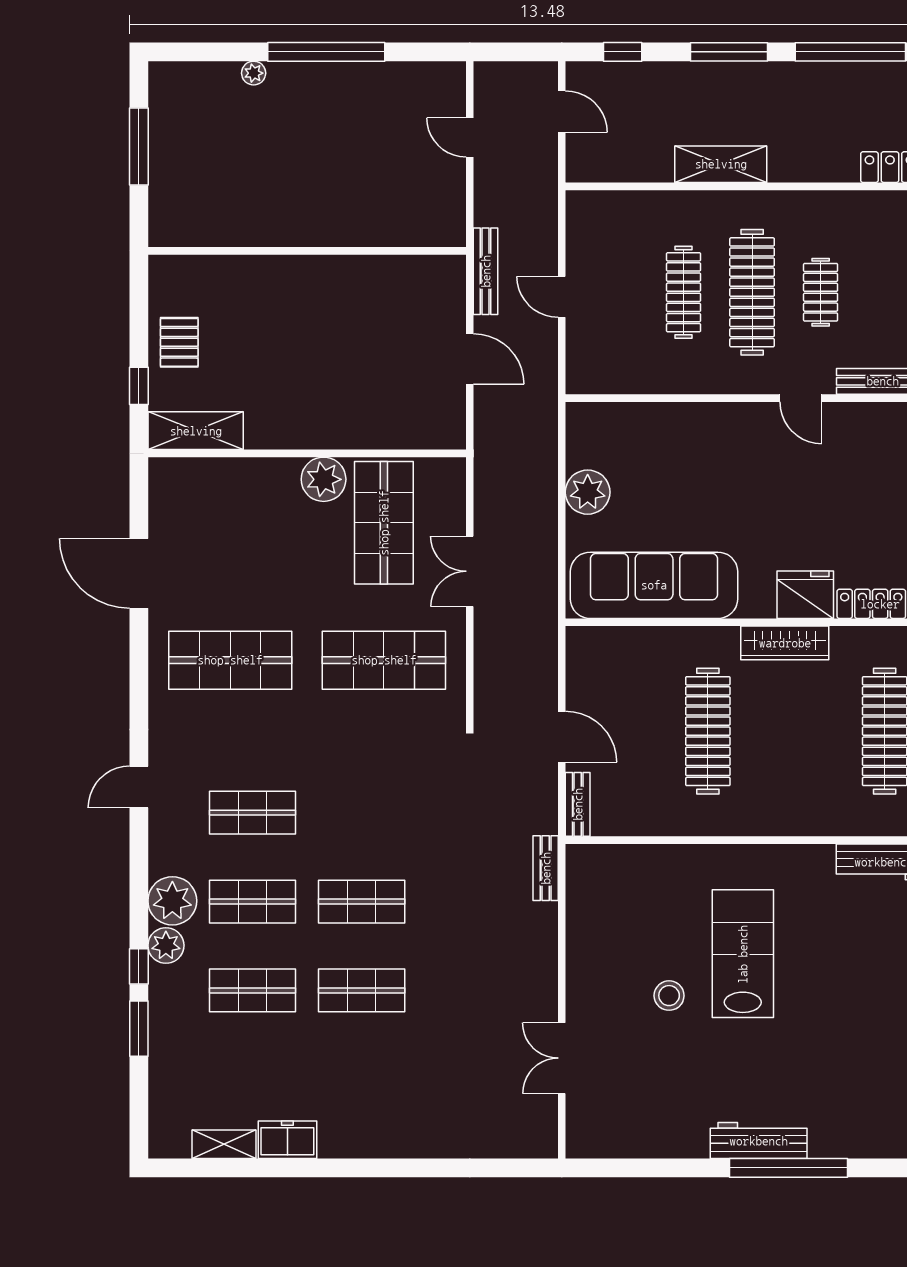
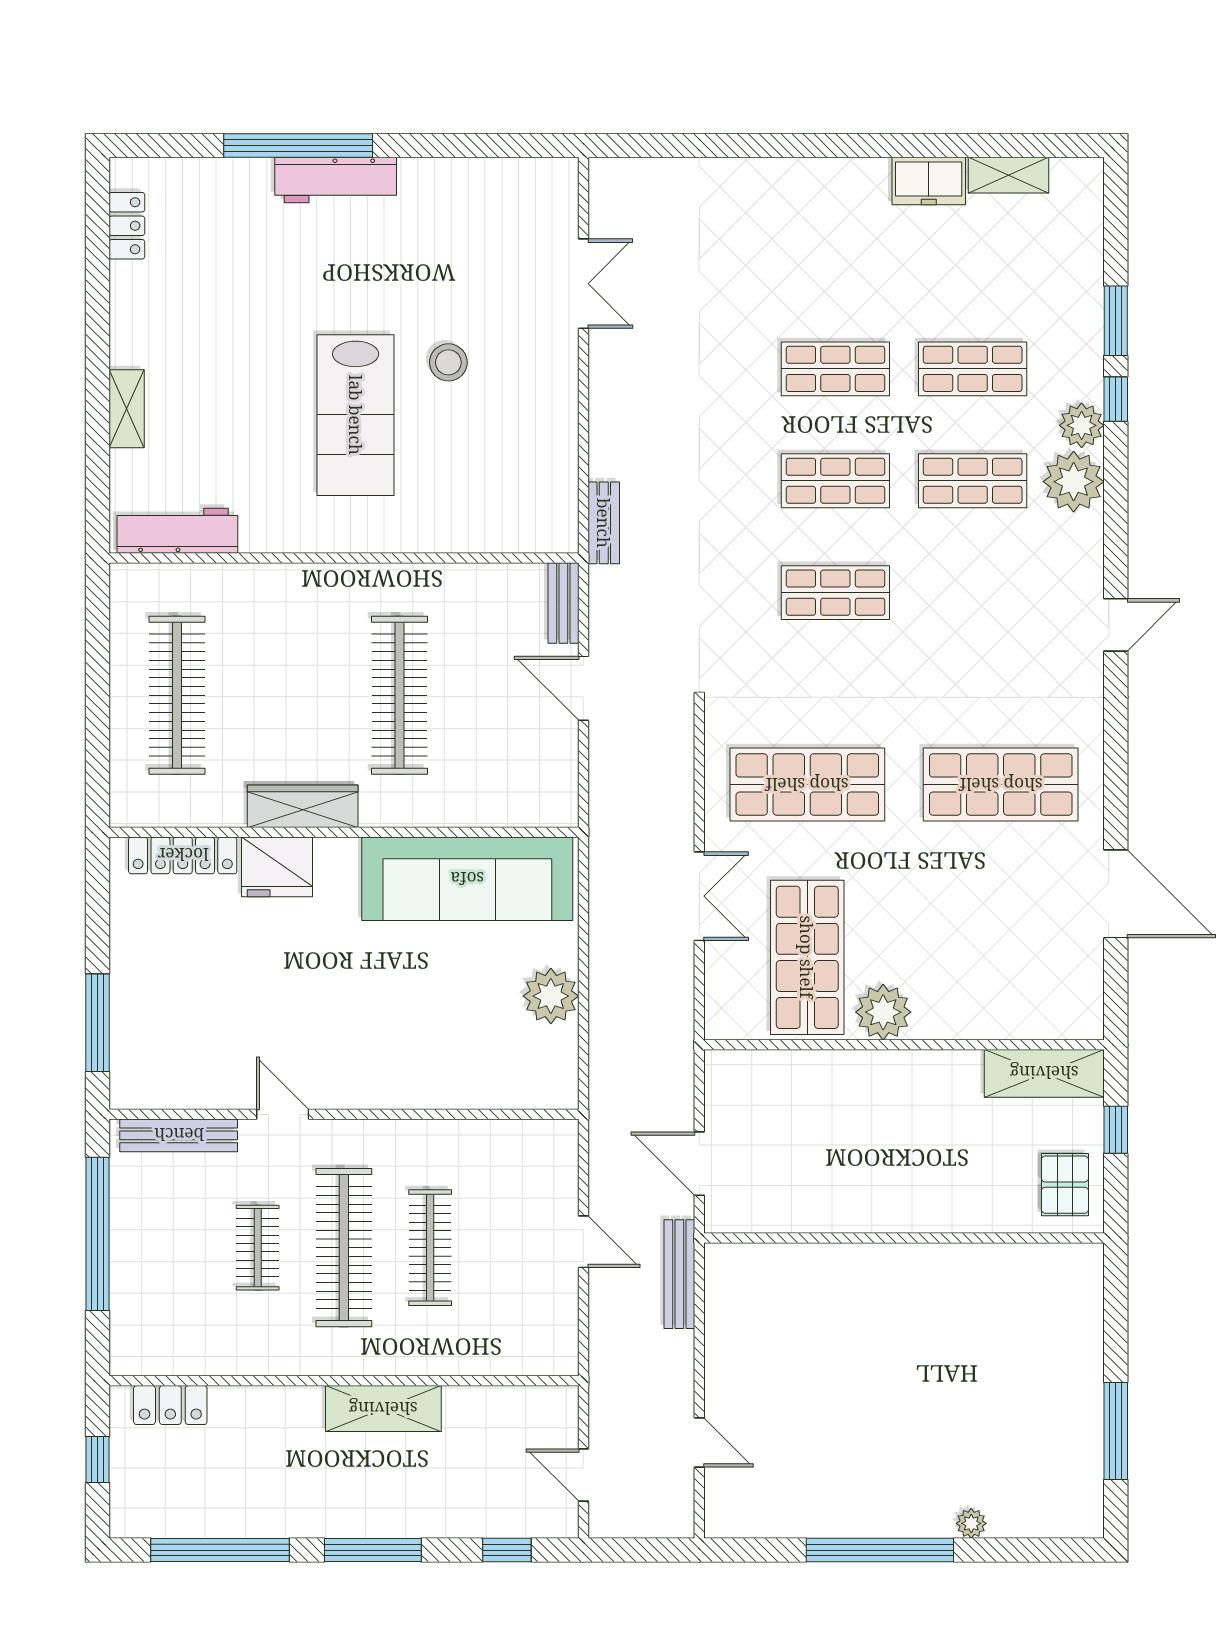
wall: (307, 251) -> (904, 1238), moved
shop shelf: (253, 813) -> (835, 593), moved

